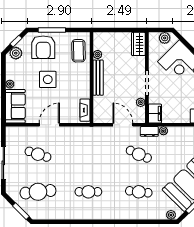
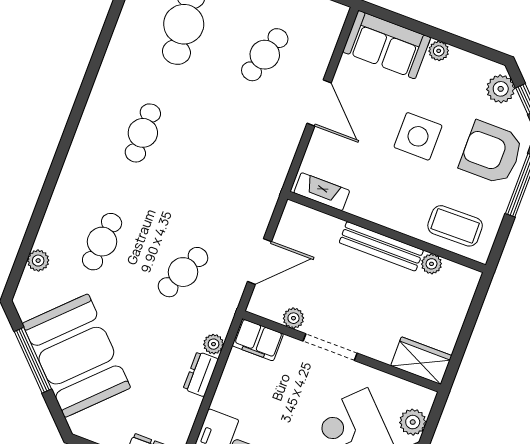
dresser: (149, 131) -> (201, 374), moved
plant: (171, 215) -> (38, 261), moved

